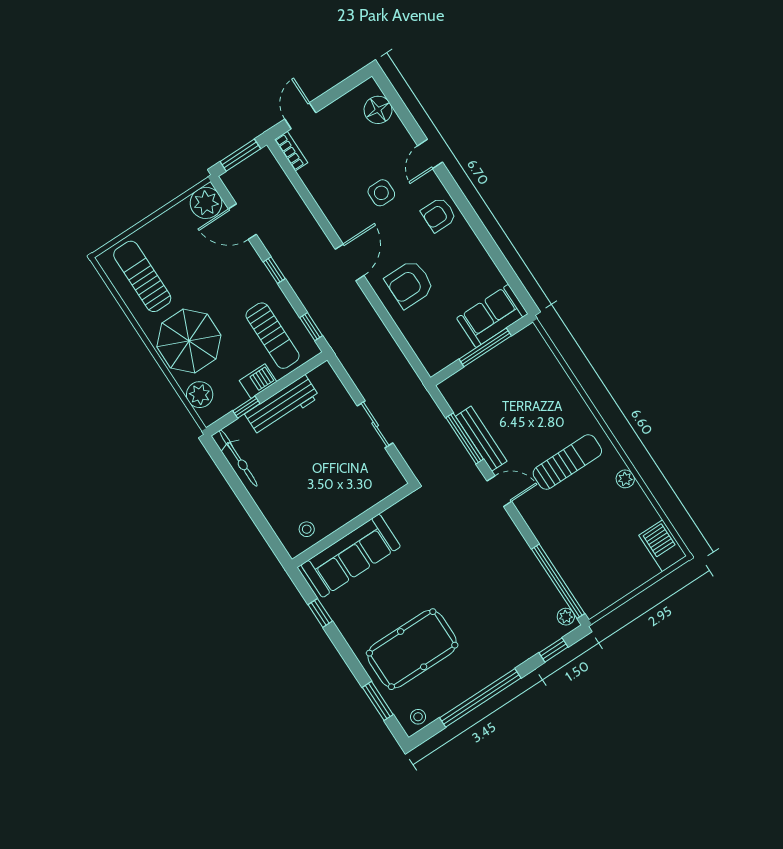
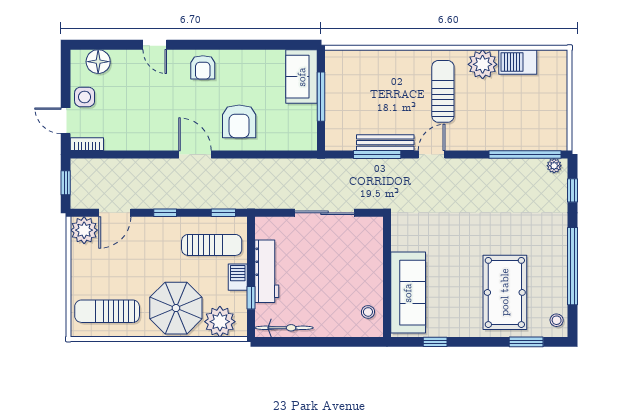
window: (240, 155) -> (66, 183), width x0.67
side table: (381, 193) -> (85, 97), moved
plant: (200, 395) -> (220, 322), width x1.36, depth x1.36
sliding door: (375, 424) -> (324, 213), width x1.37
plant: (625, 479) -> (483, 64), width x1.88, depth x1.88
barbecue: (663, 546) -> (518, 62), moved

